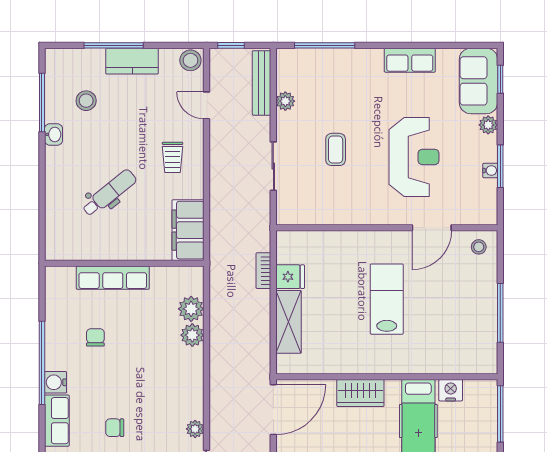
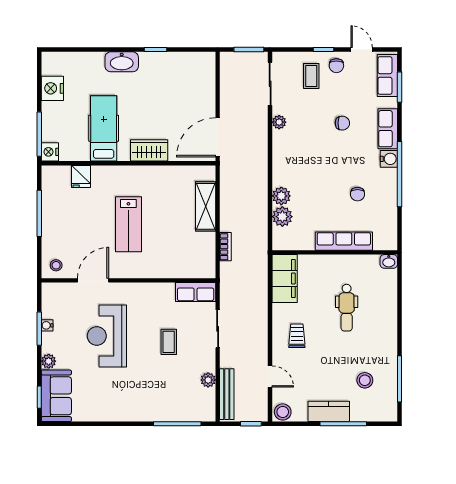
row of seats: (410, 60) -> (196, 292), moved, turned 180
washbasin: (54, 134) -> (389, 261), moved, turned -90
dental chair: (109, 193) -> (347, 308), turned -51
fridge: (290, 277) -> (81, 176), moved, turned -90
nightstand: (451, 390) -> (50, 152), moved, turned 90

